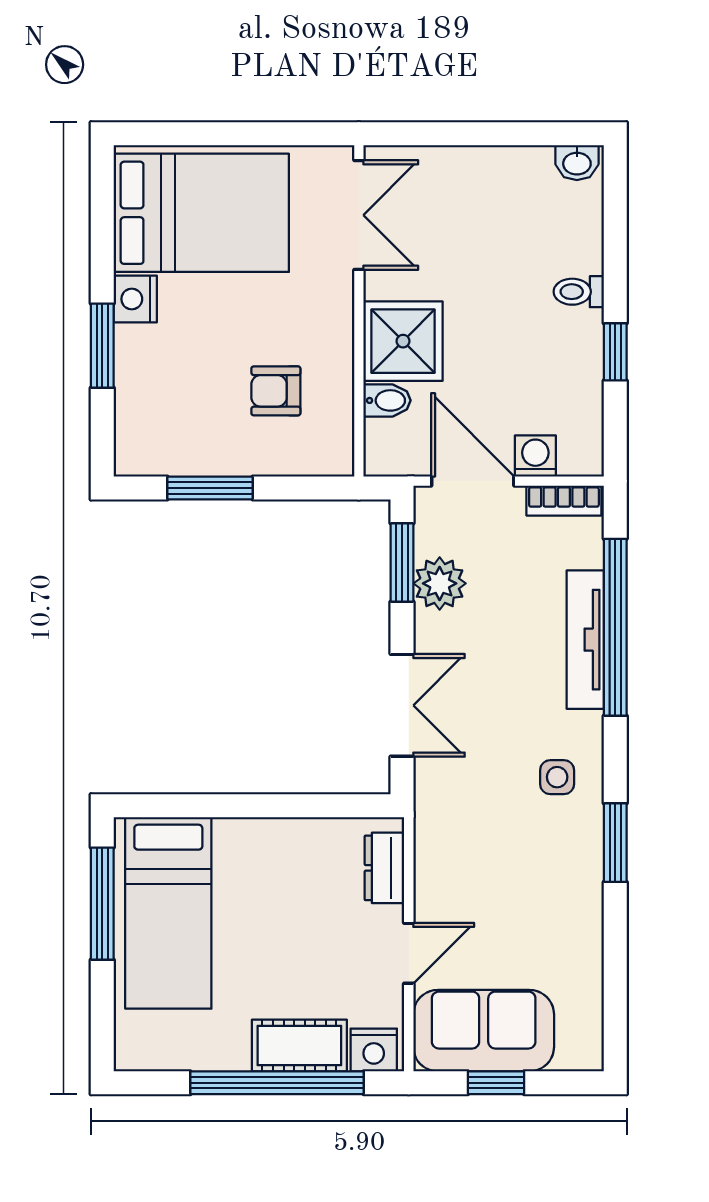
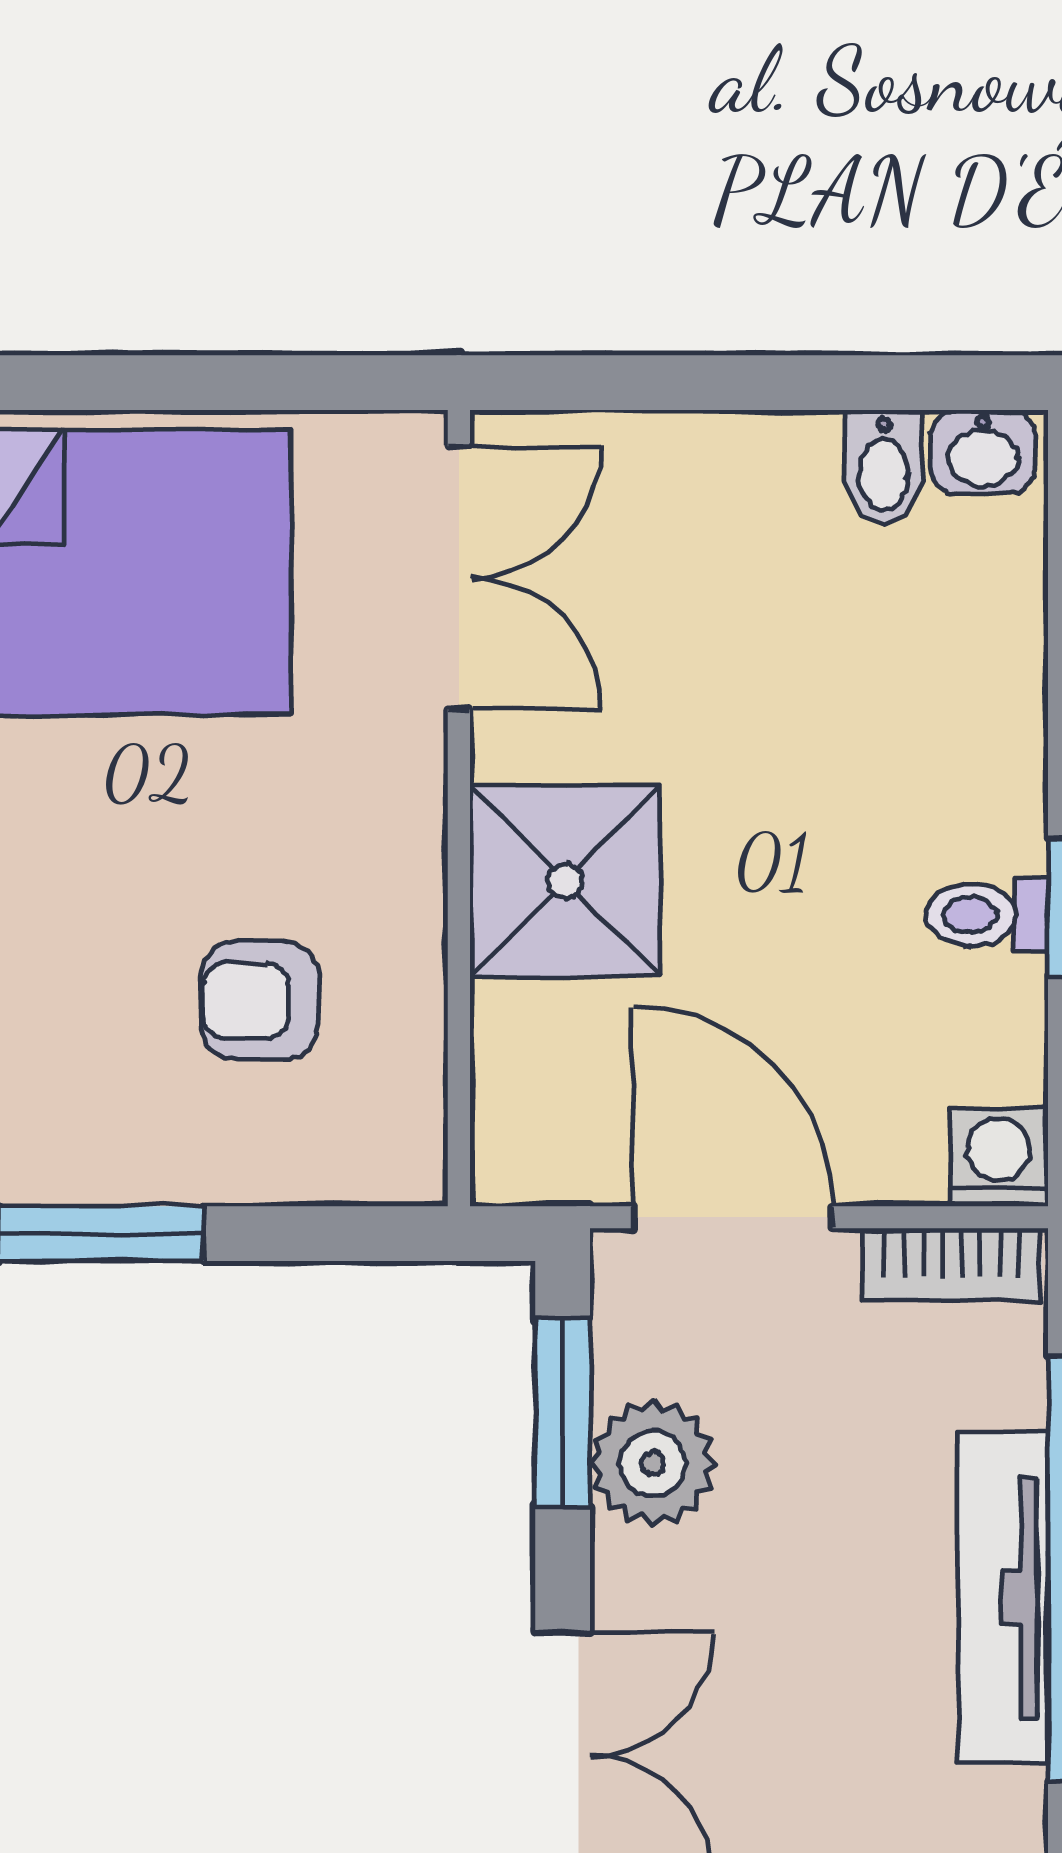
toilet: (579, 292) -> (987, 915), moved
bidet: (387, 400) -> (884, 467), moved, turned 90
washing machine: (535, 456) -> (999, 1157), moved

